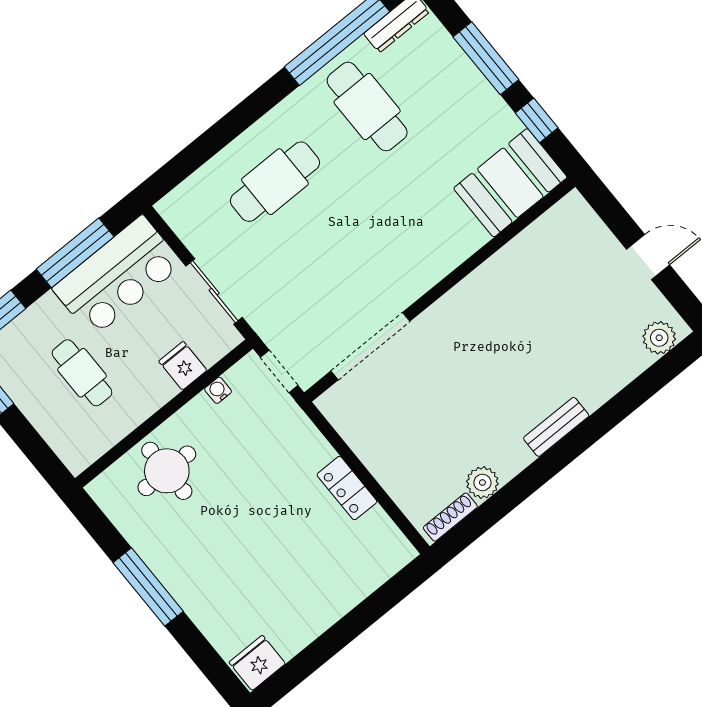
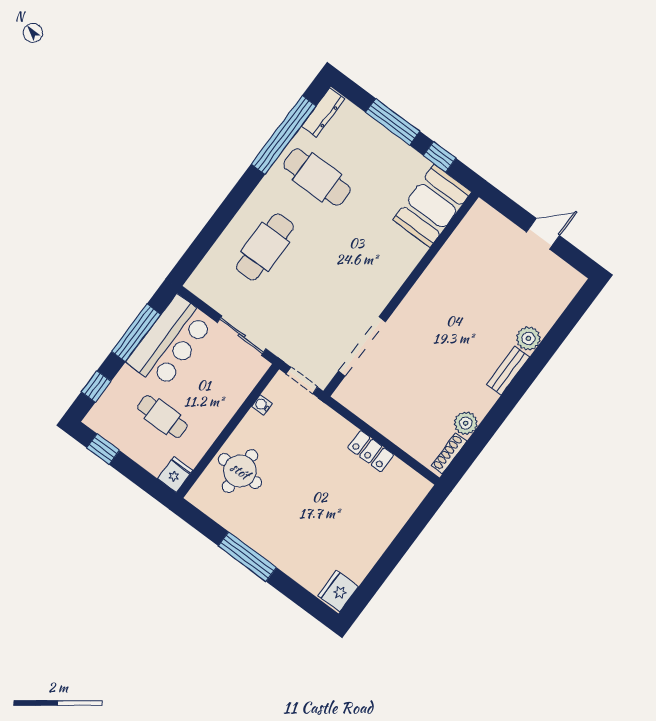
plant: (659, 338) -> (528, 338), moved
fridge: (183, 366) -> (175, 474), moved, turned 90

